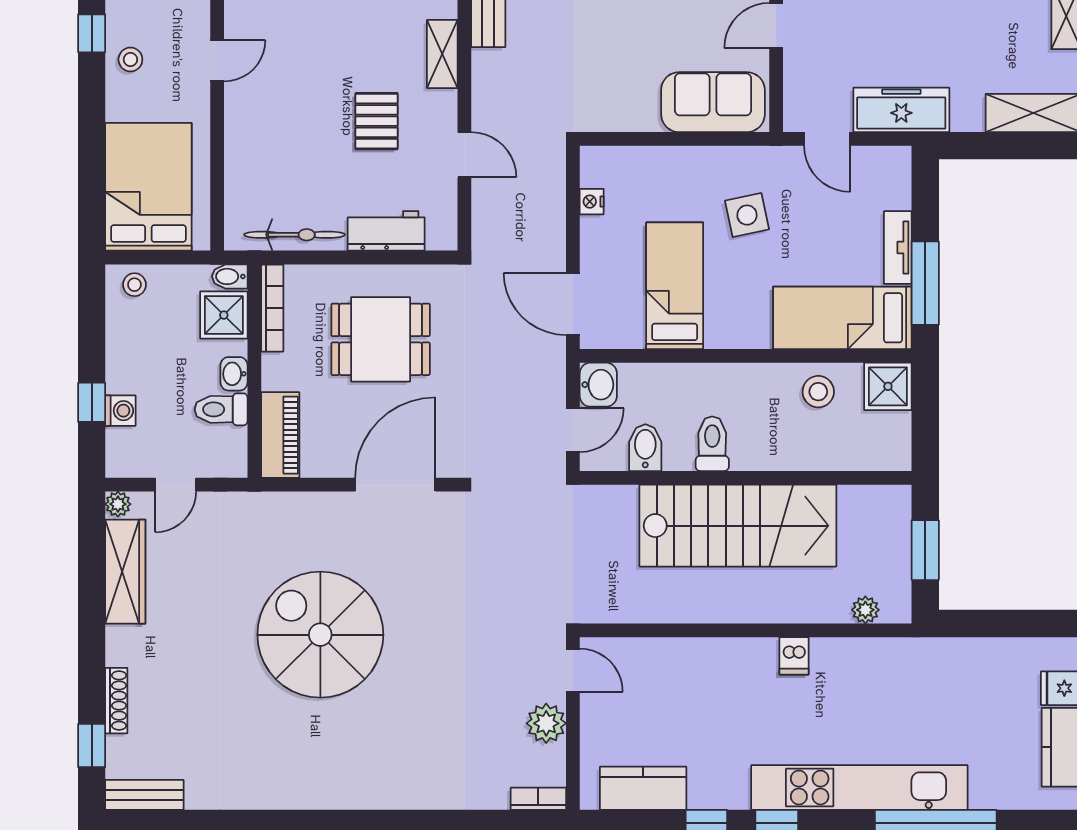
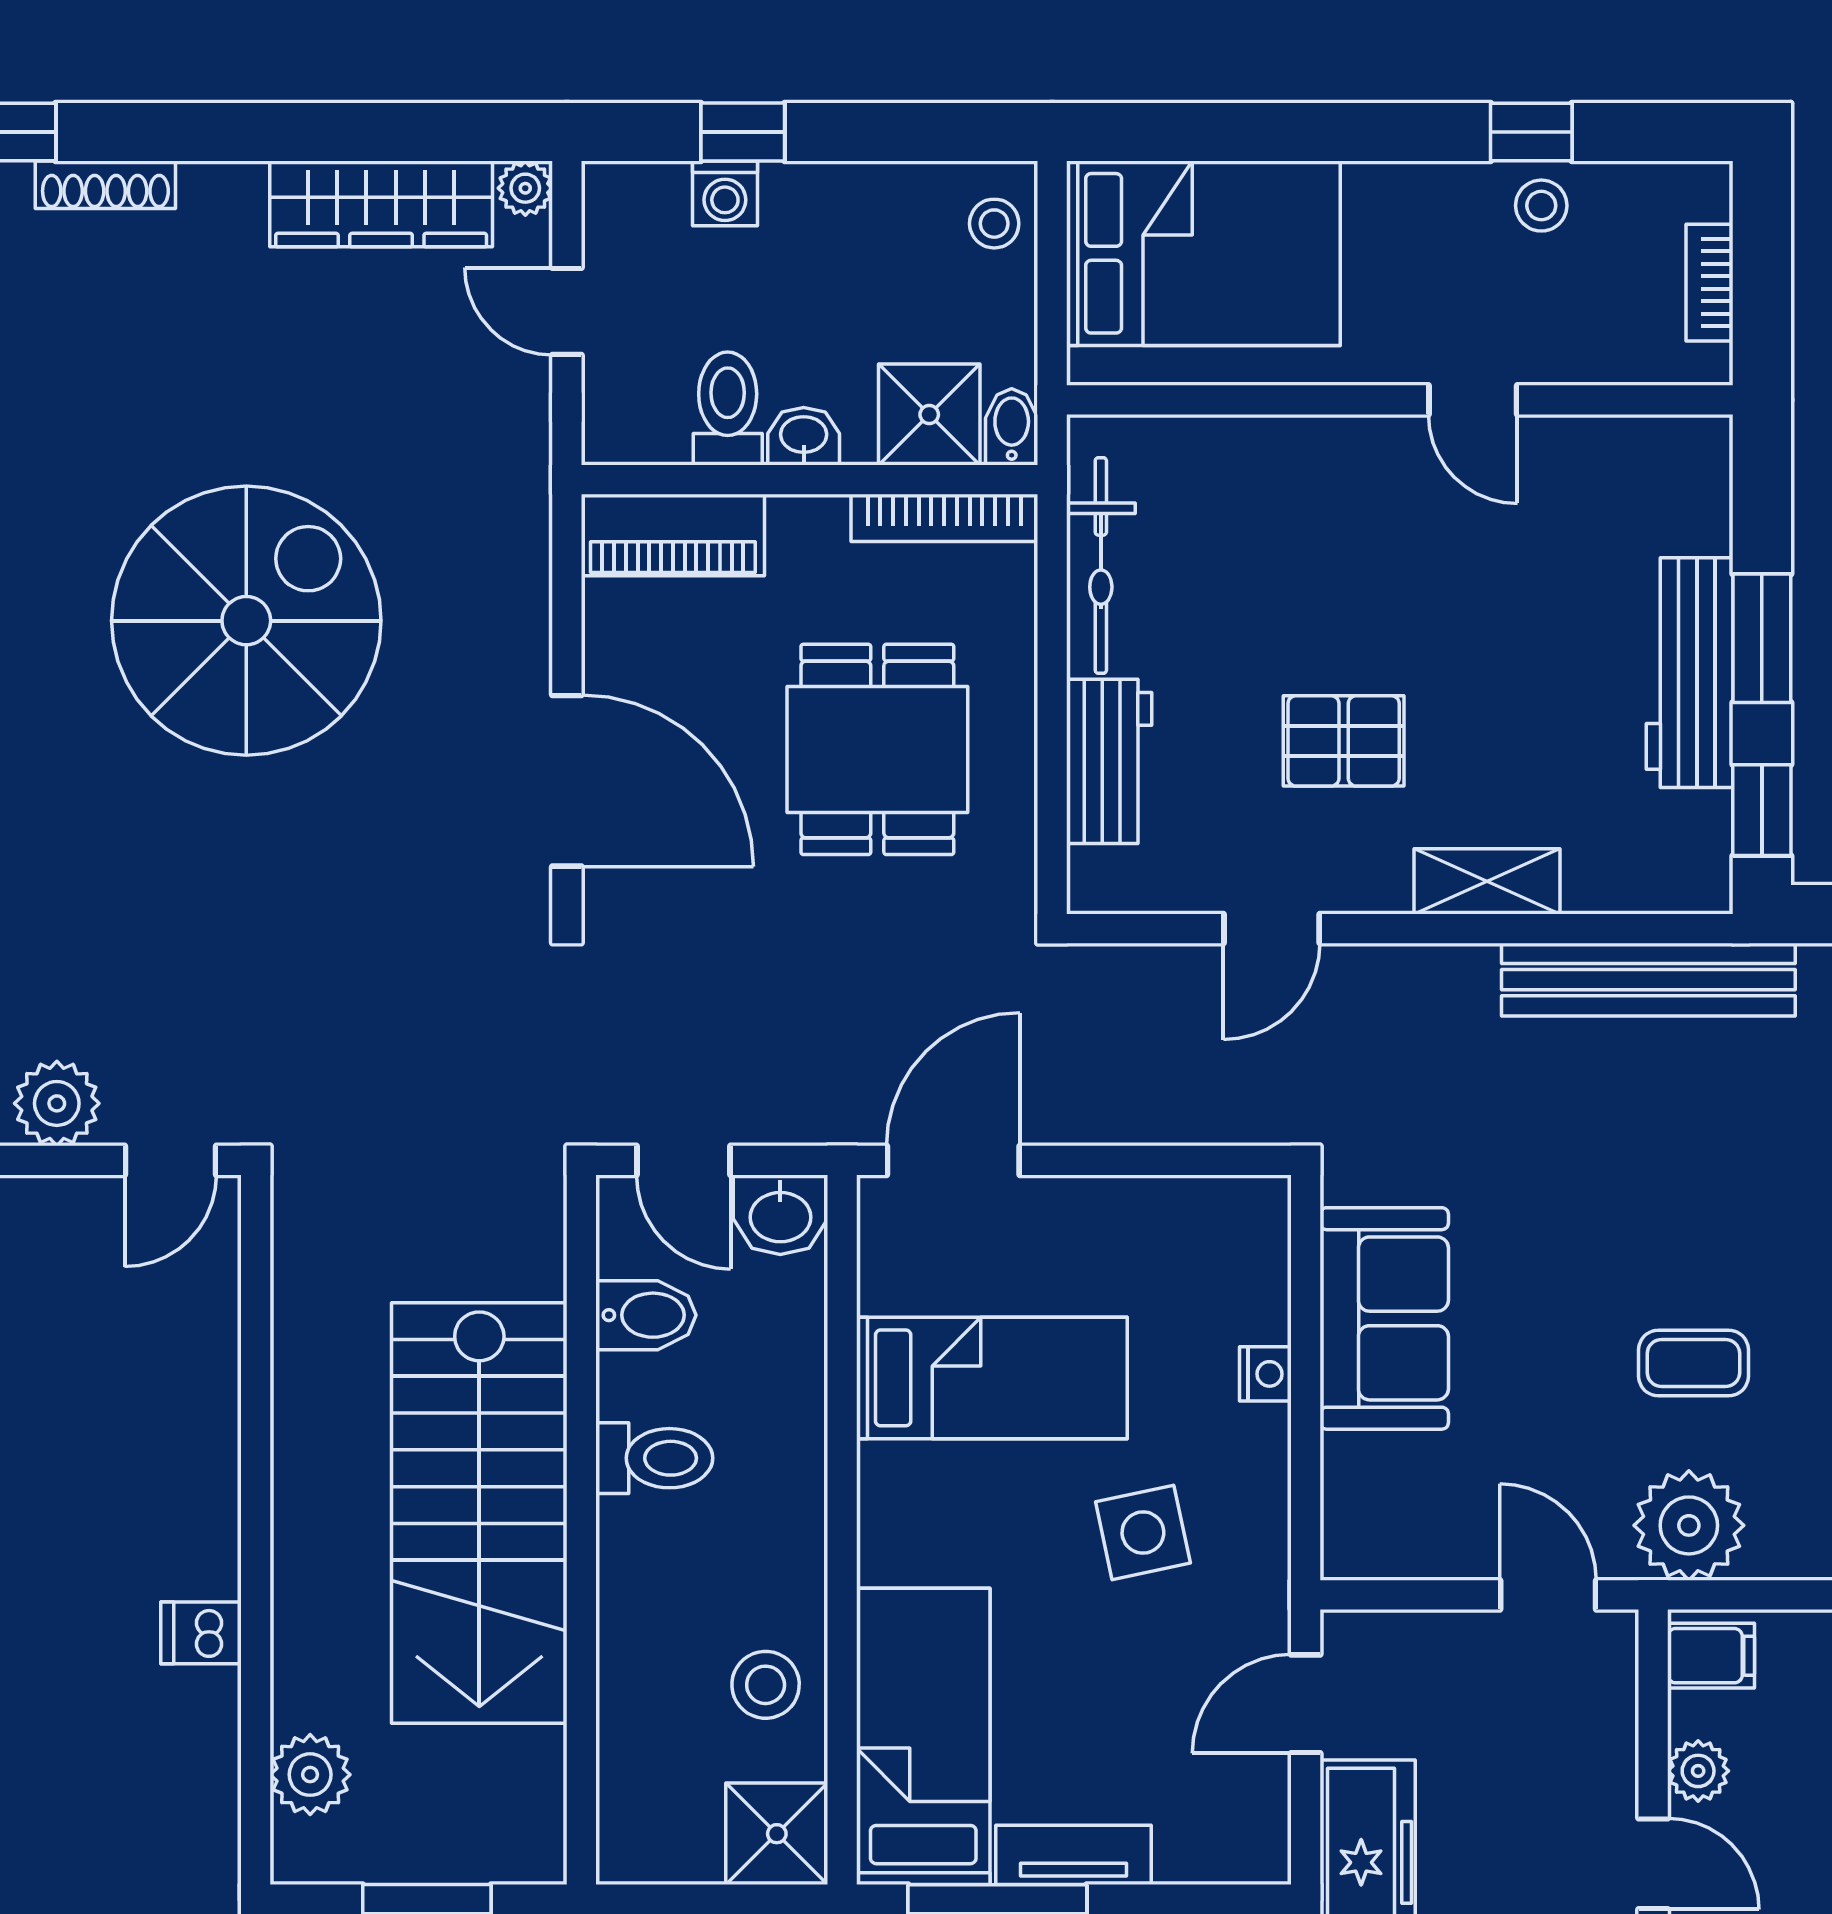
stool: (130, 59) -> (1541, 206), moved
sofa: (713, 102) -> (1384, 1318), moved
nightstand: (592, 202) -> (1265, 1374), moved, turned 90
plant: (865, 610) -> (310, 1775), width x1.38, depth x1.38

